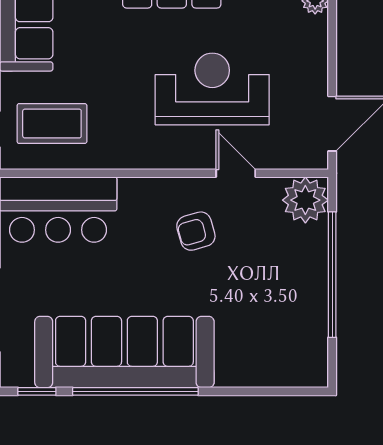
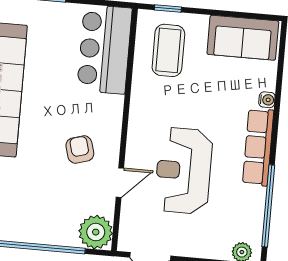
reception desk: (212, 89) -> (184, 171), turned 180

